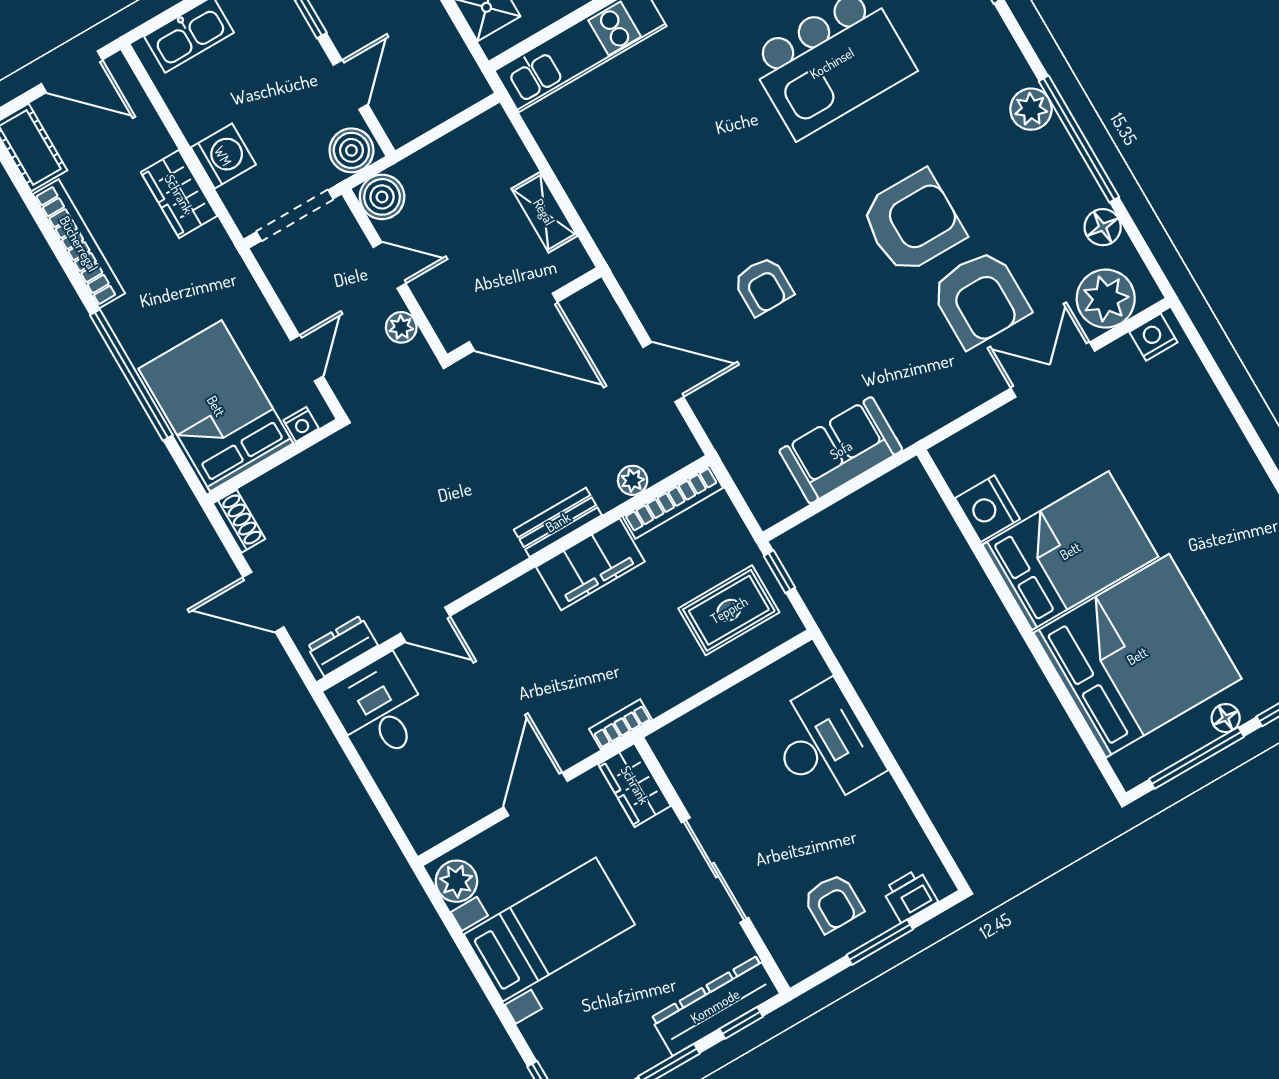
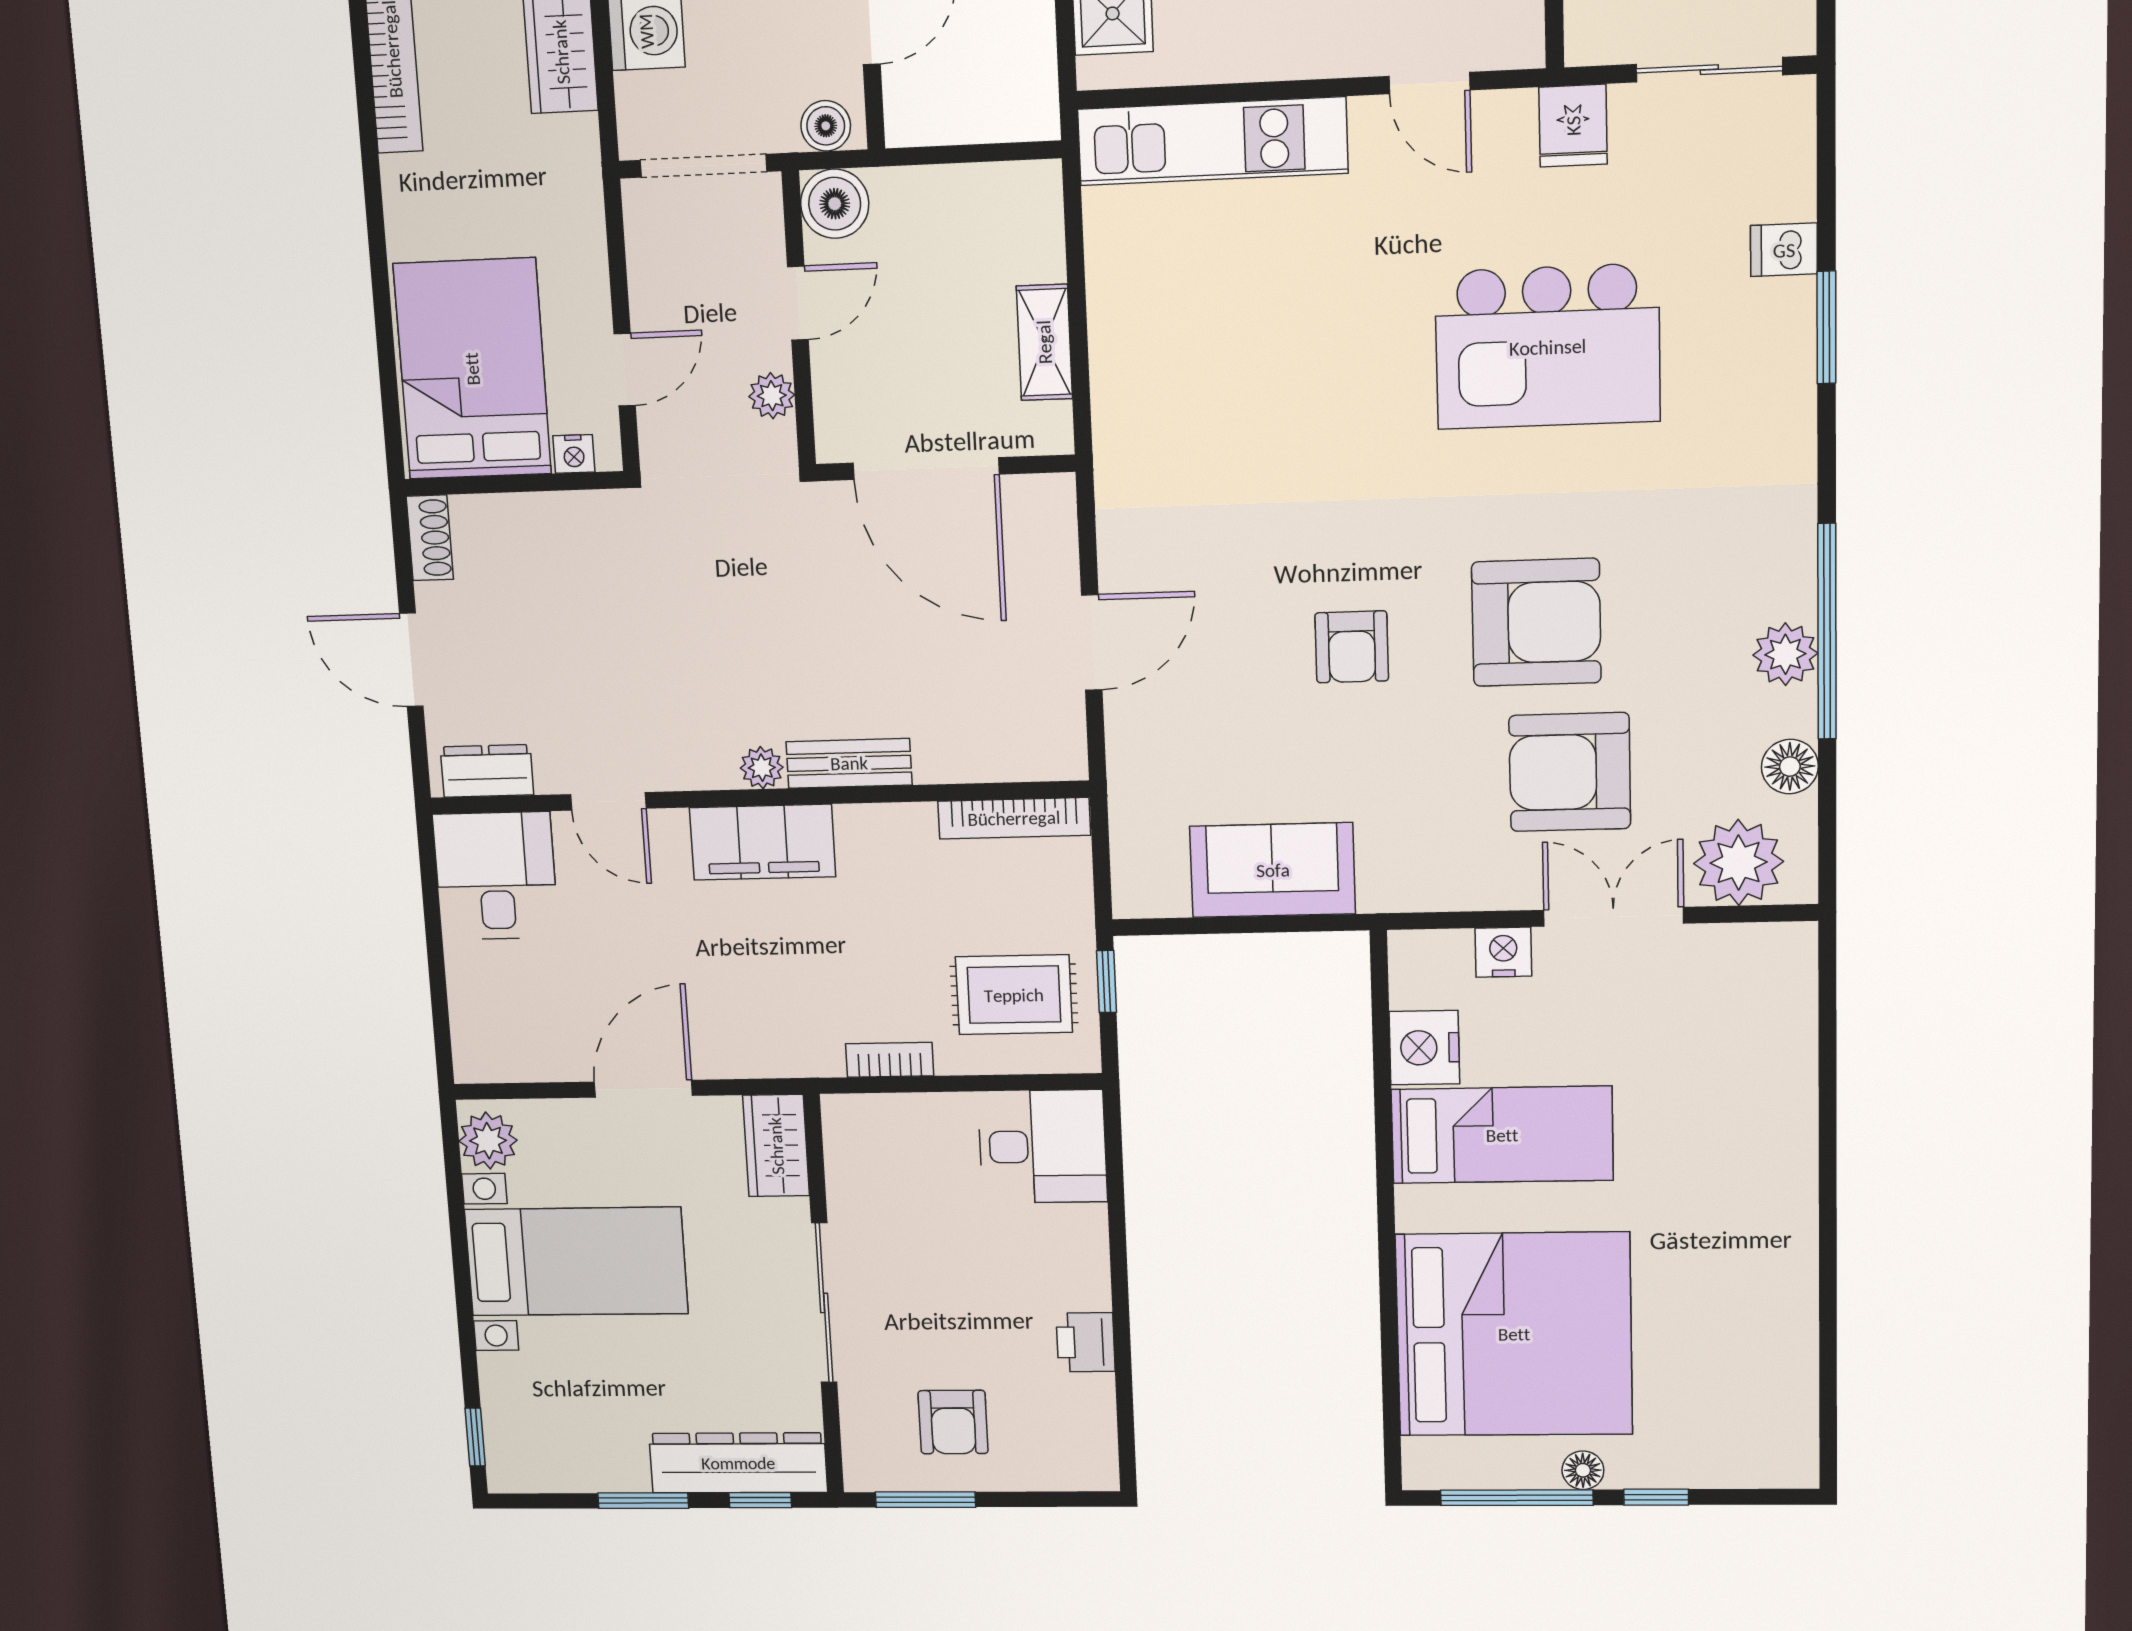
plant: (1031, 109) -> (1785, 654), moved
boiler: (351, 150) -> (826, 126), width x0.73, depth x0.73
door: (389, 265) -> (798, 303), hinge flipped
armchair: (763, 286) -> (1352, 647), moved
armchair: (980, 298) -> (1570, 772), turned 90
nightstand: (1153, 337) -> (1503, 952), moved
door: (663, 372) -> (1092, 642), hinge flipped
window: (131, 375) -> (379, 267), removed
plant: (633, 480) -> (762, 768), moved
bed: (1070, 551) -> (1502, 1135), width x0.67
filing cabinet: (590, 564) -> (763, 842), moved
bookcase: (621, 724) -> (890, 1060), moved
desk: (824, 745) -> (1042, 1147), moved, width x0.73
printer: (910, 895) -> (1086, 1342), moved, turned -90
window: (880, 942) -> (925, 1500), moved

